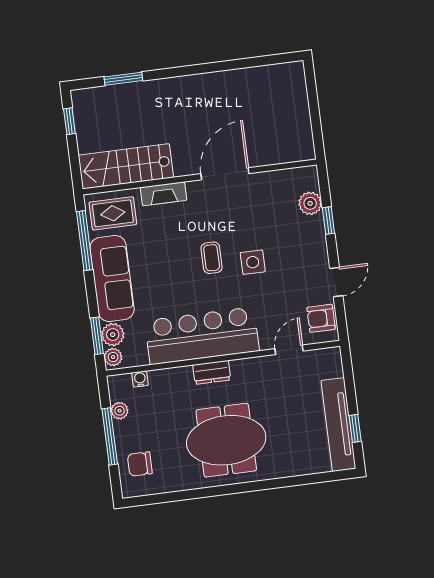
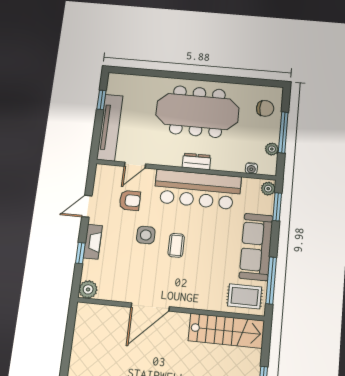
fireplace: (164, 194) -> (93, 242), moved, turned 90
plant: (310, 203) -> (88, 289), moved
armchair: (321, 318) -> (130, 200), moved
plant: (113, 335) -> (265, 205), removed
tv unit: (338, 425) -> (110, 127), moved
meeting table: (226, 440) -> (197, 112), width x1.36

